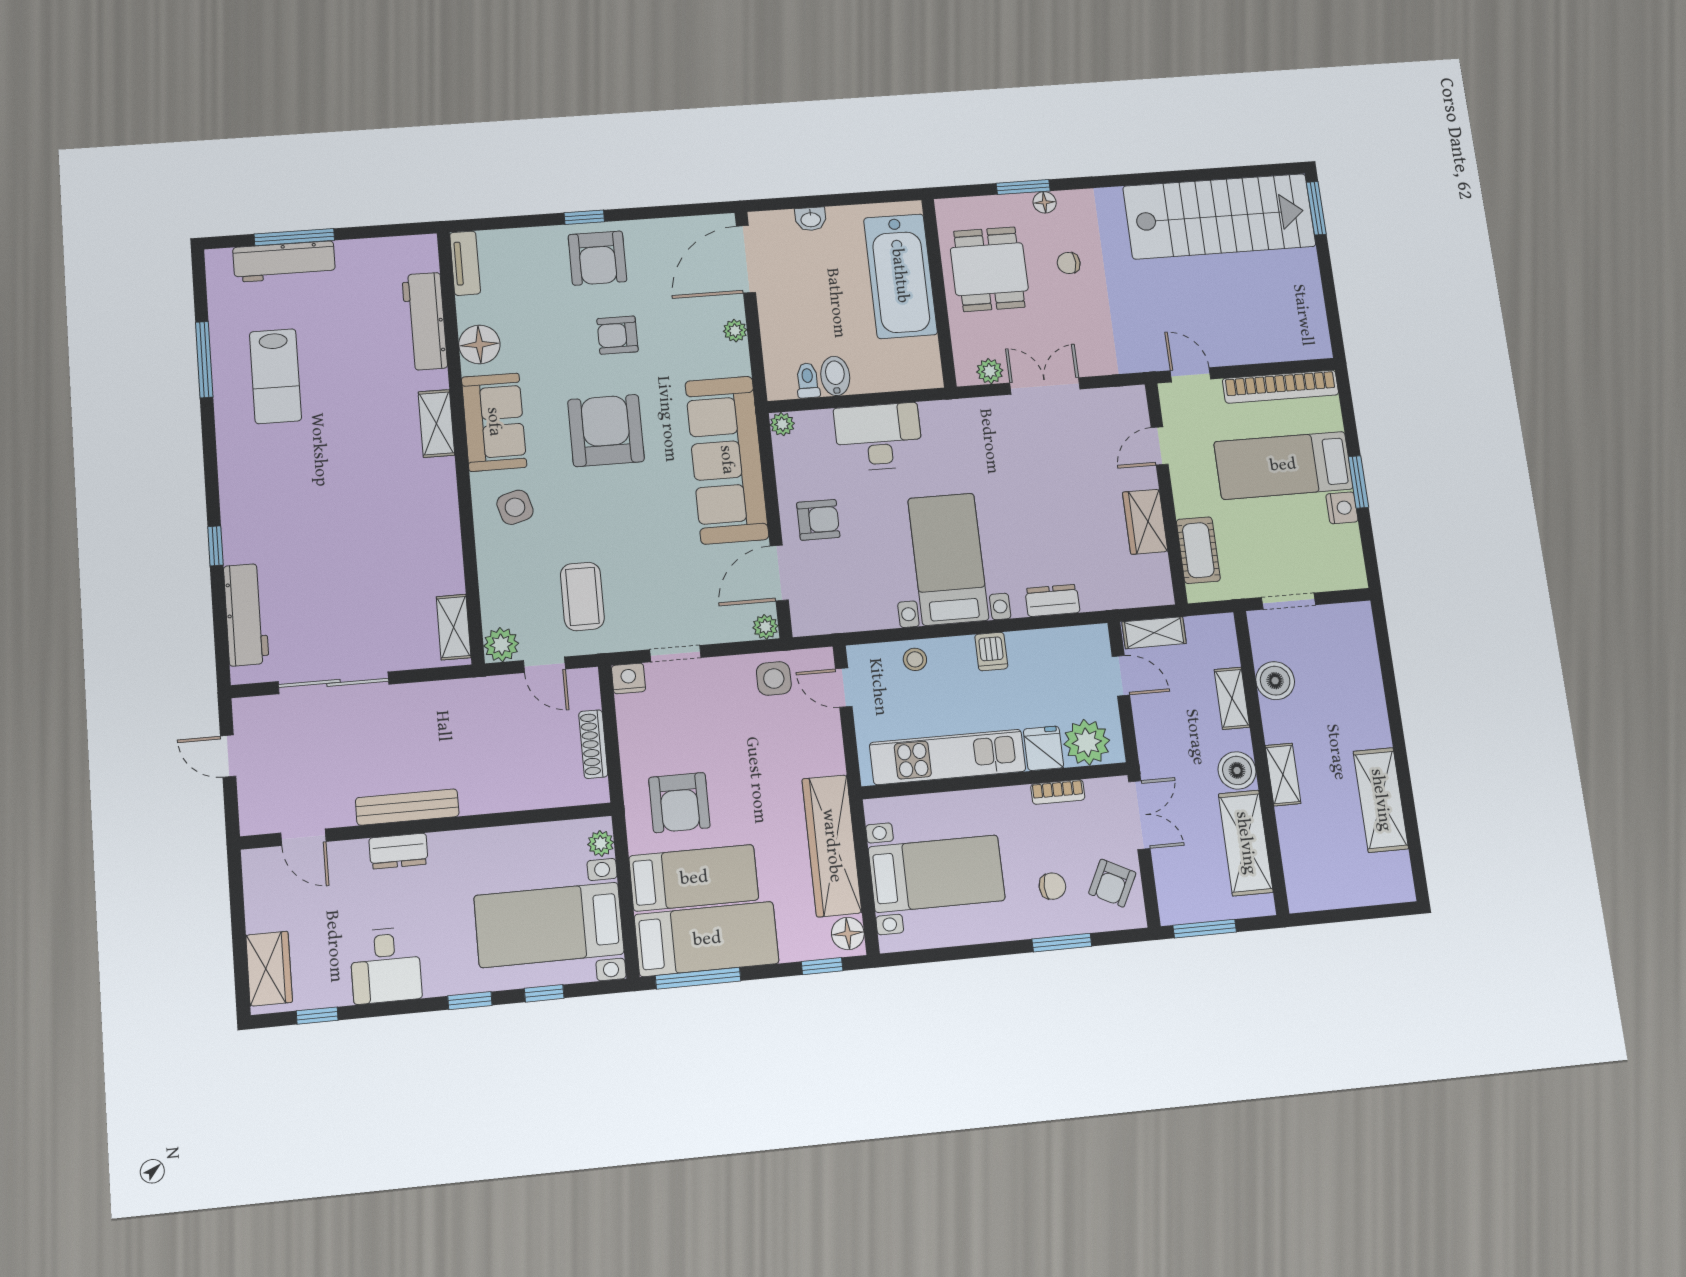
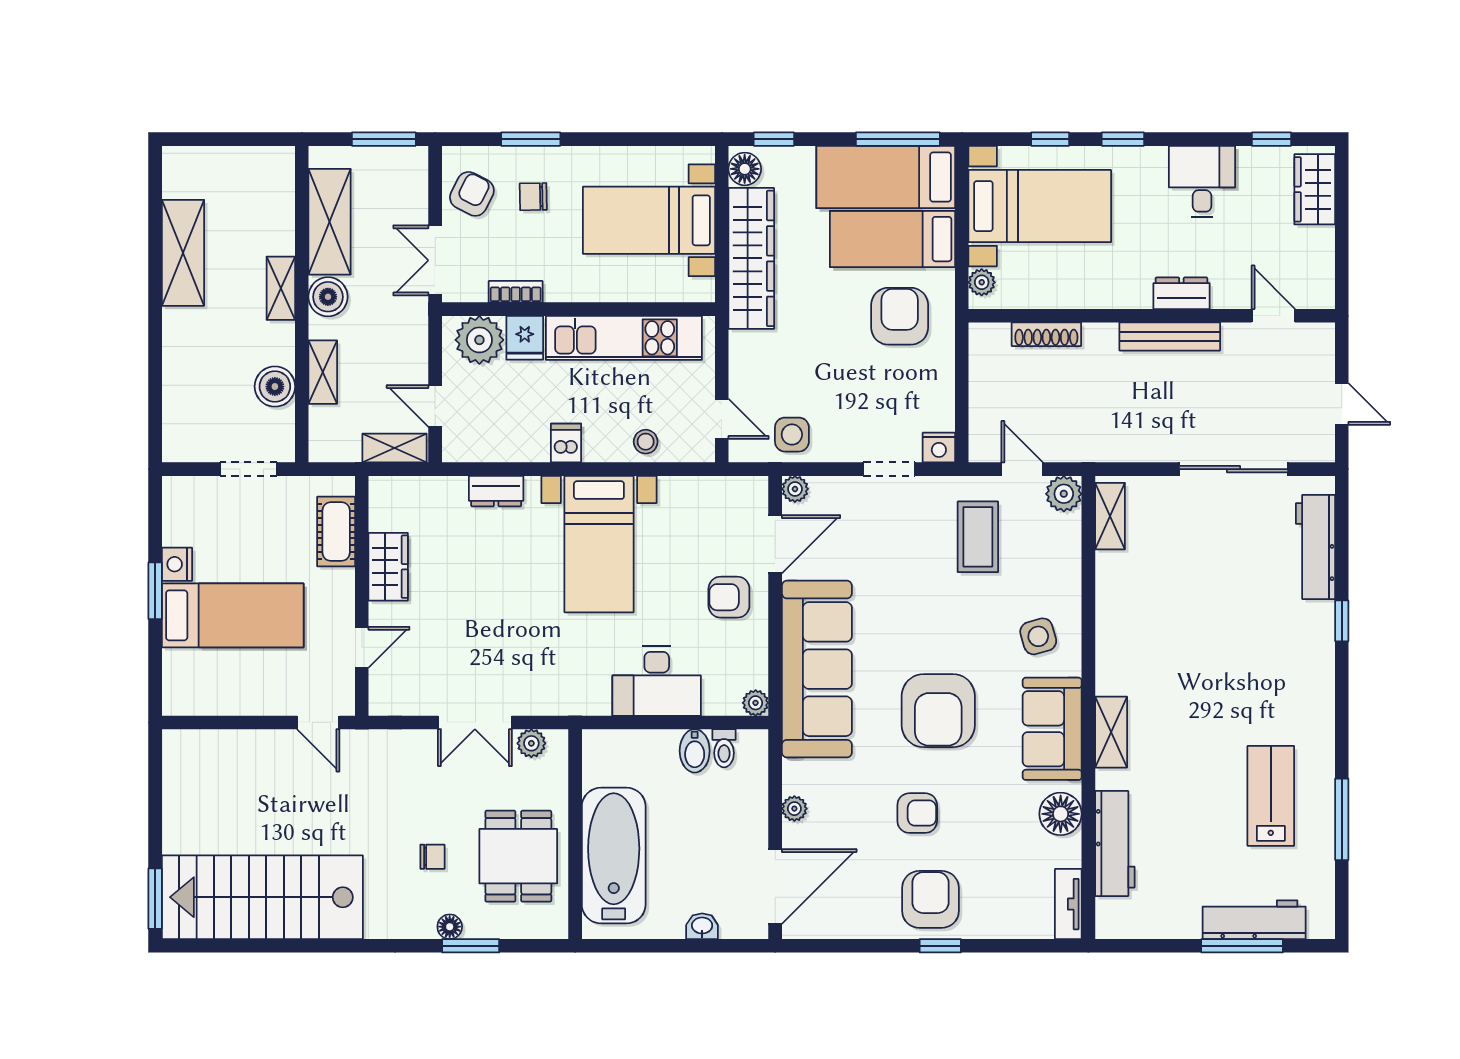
bookcase: (1280, 387) -> (223, 702), removed
shoe rack: (593, 744) -> (1046, 334), moved, turned 90

